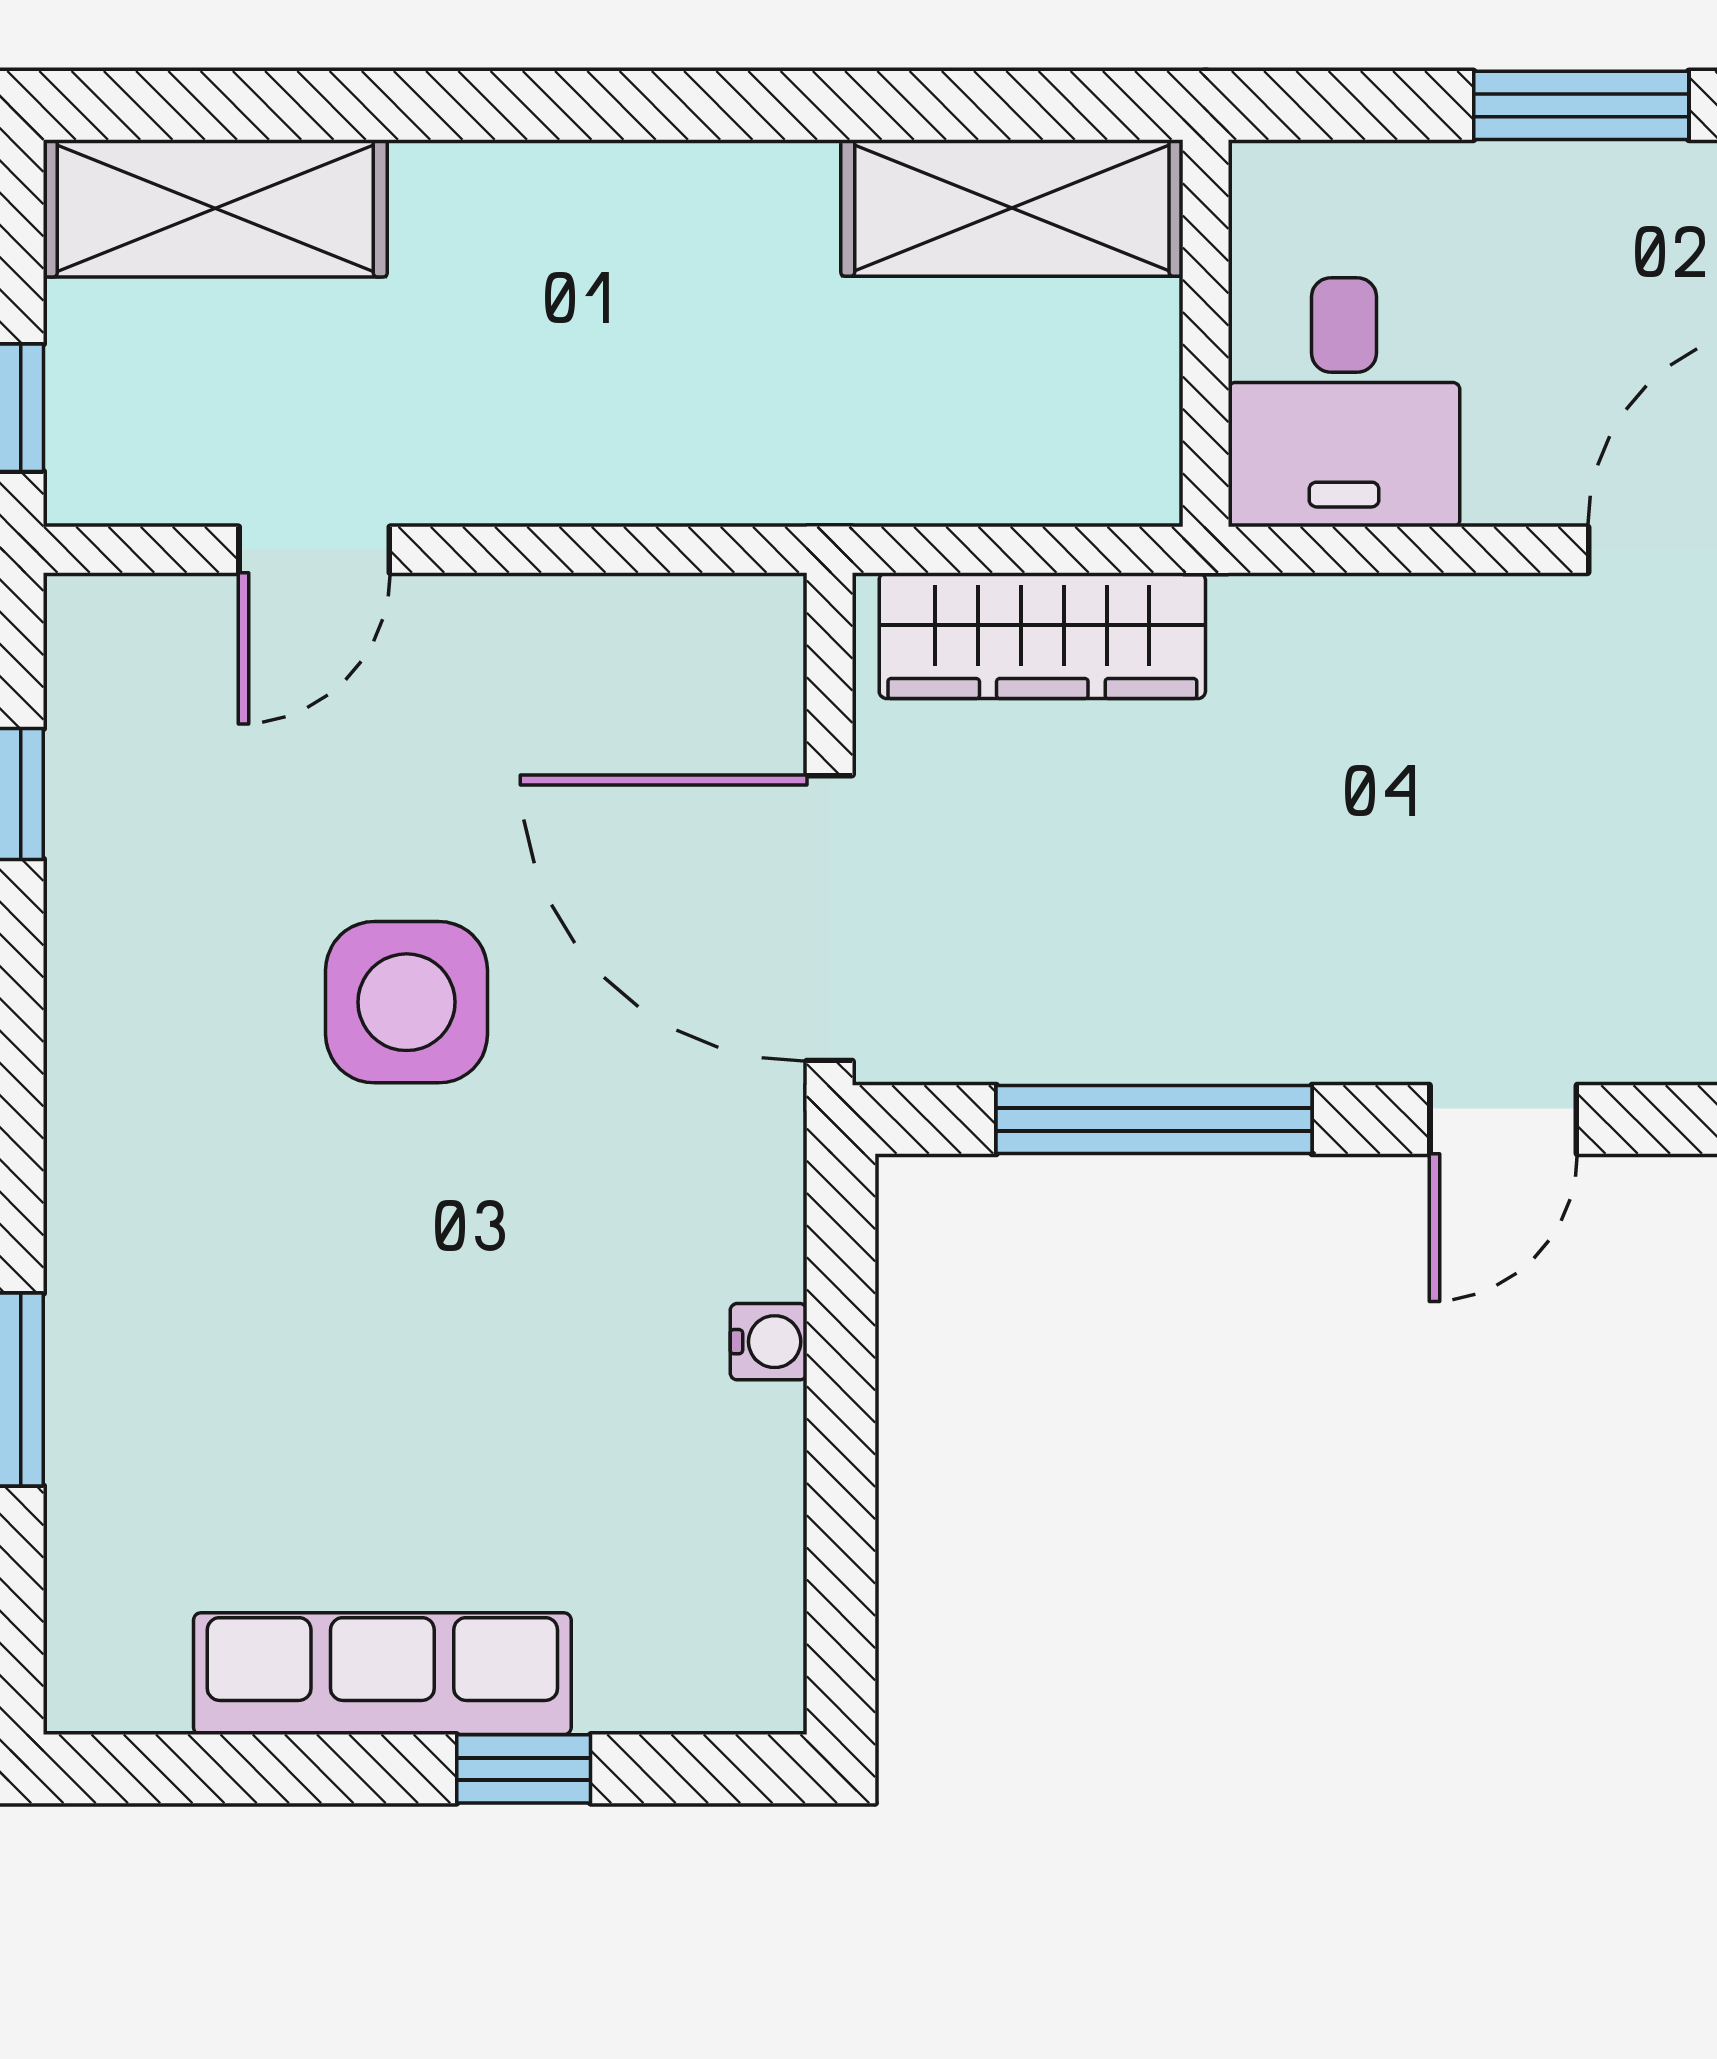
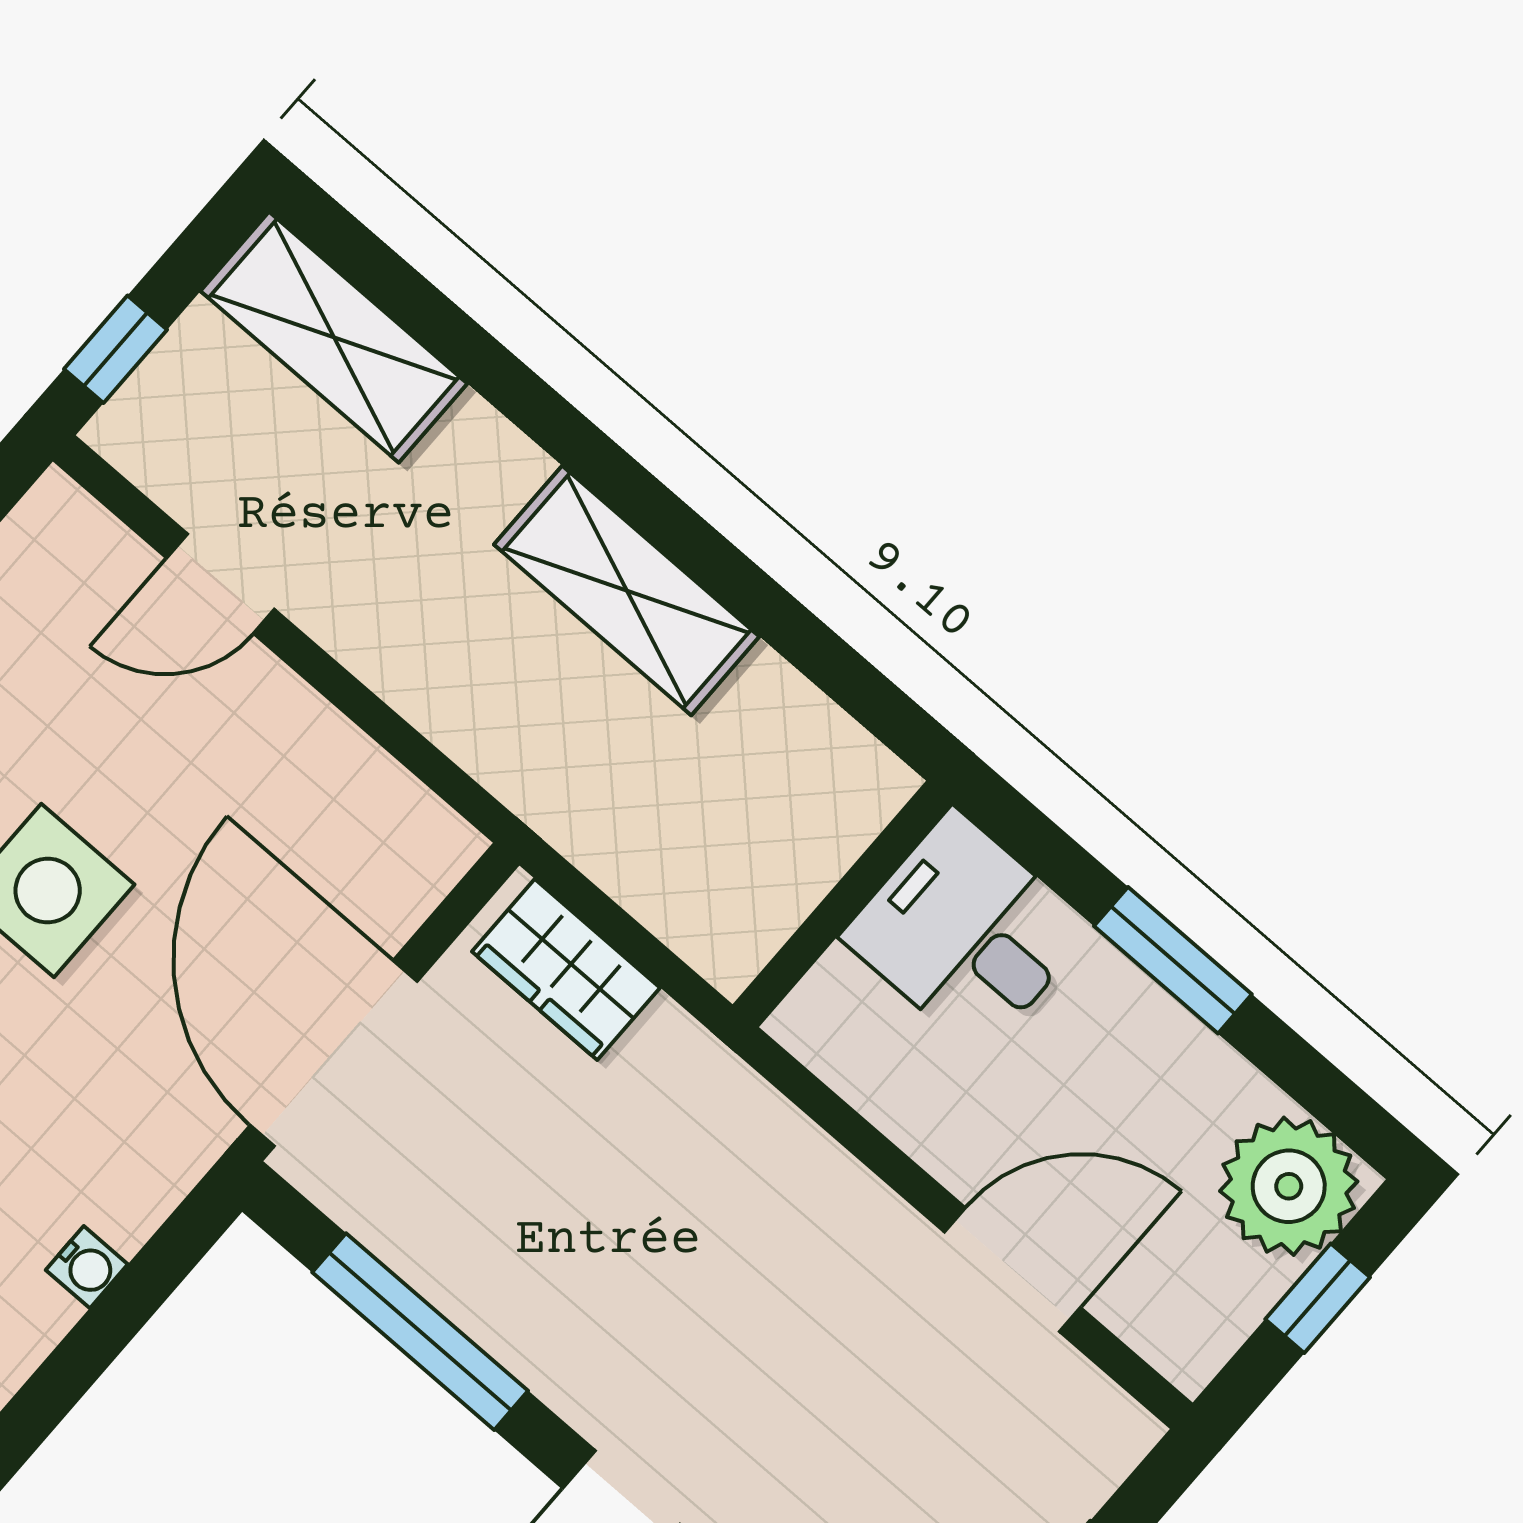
shelving: (1012, 208) -> (627, 590), moved
desk: (1344, 402) -> (967, 933), moved, turned 90
wardrobe: (1042, 636) -> (566, 970), width x0.67

